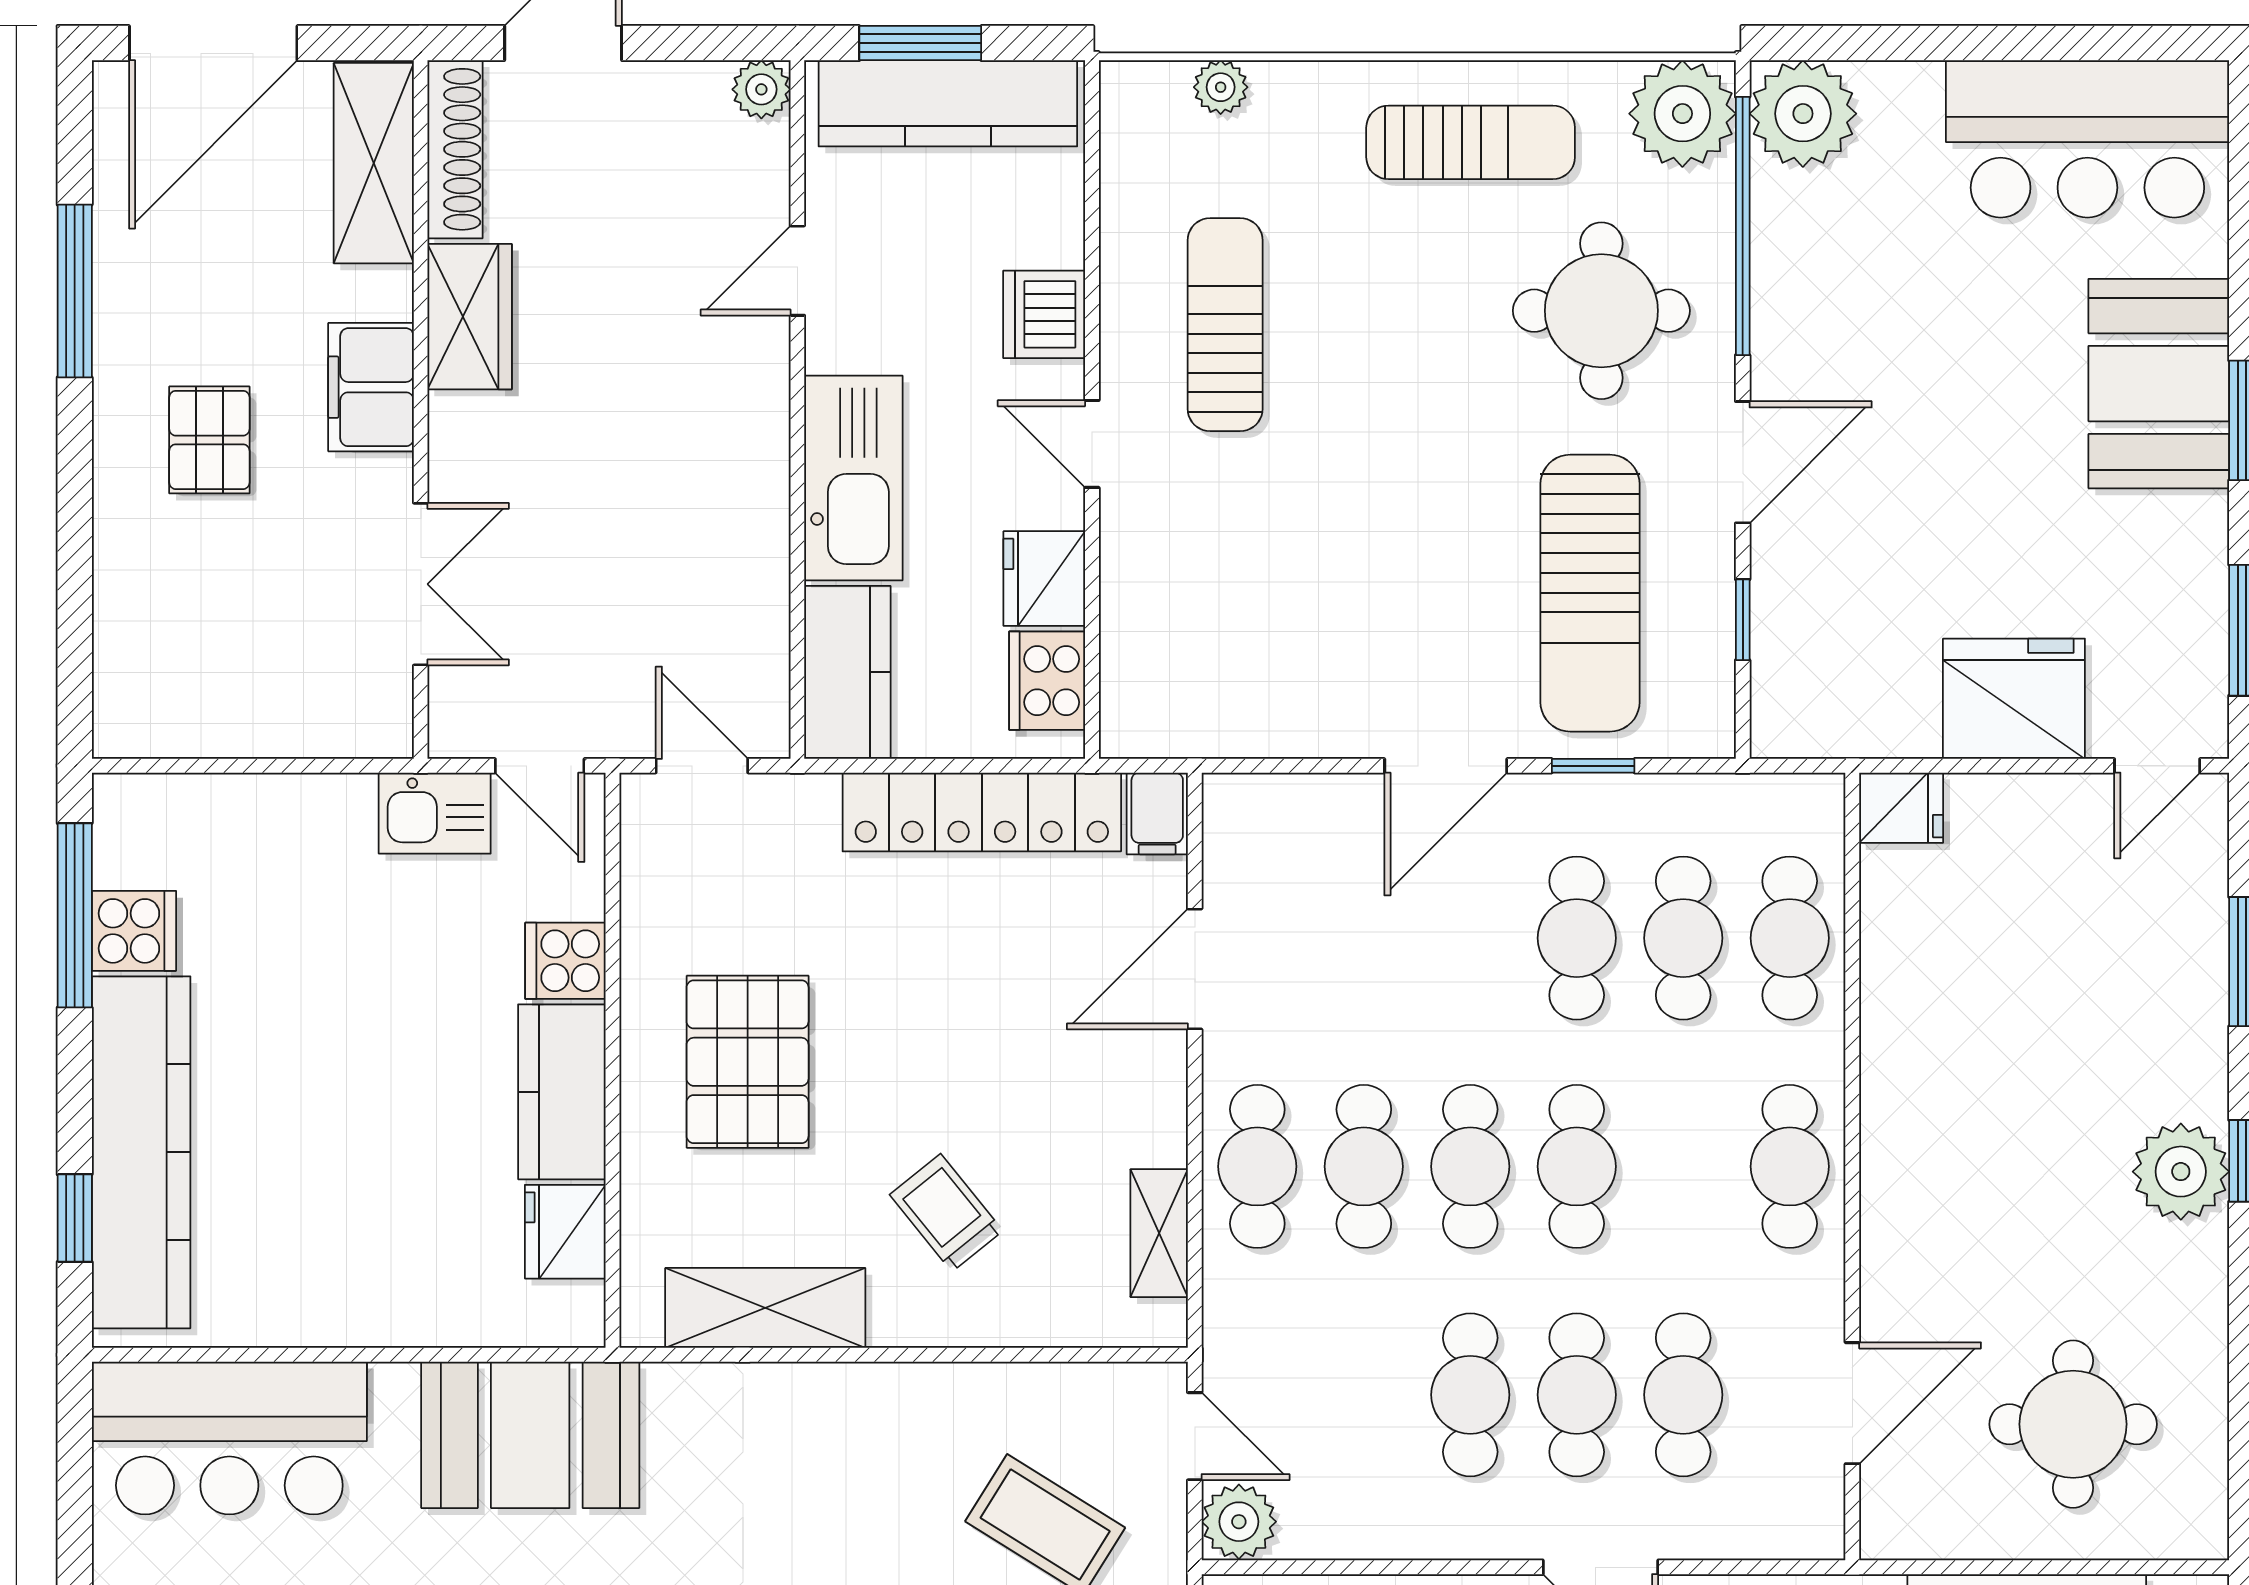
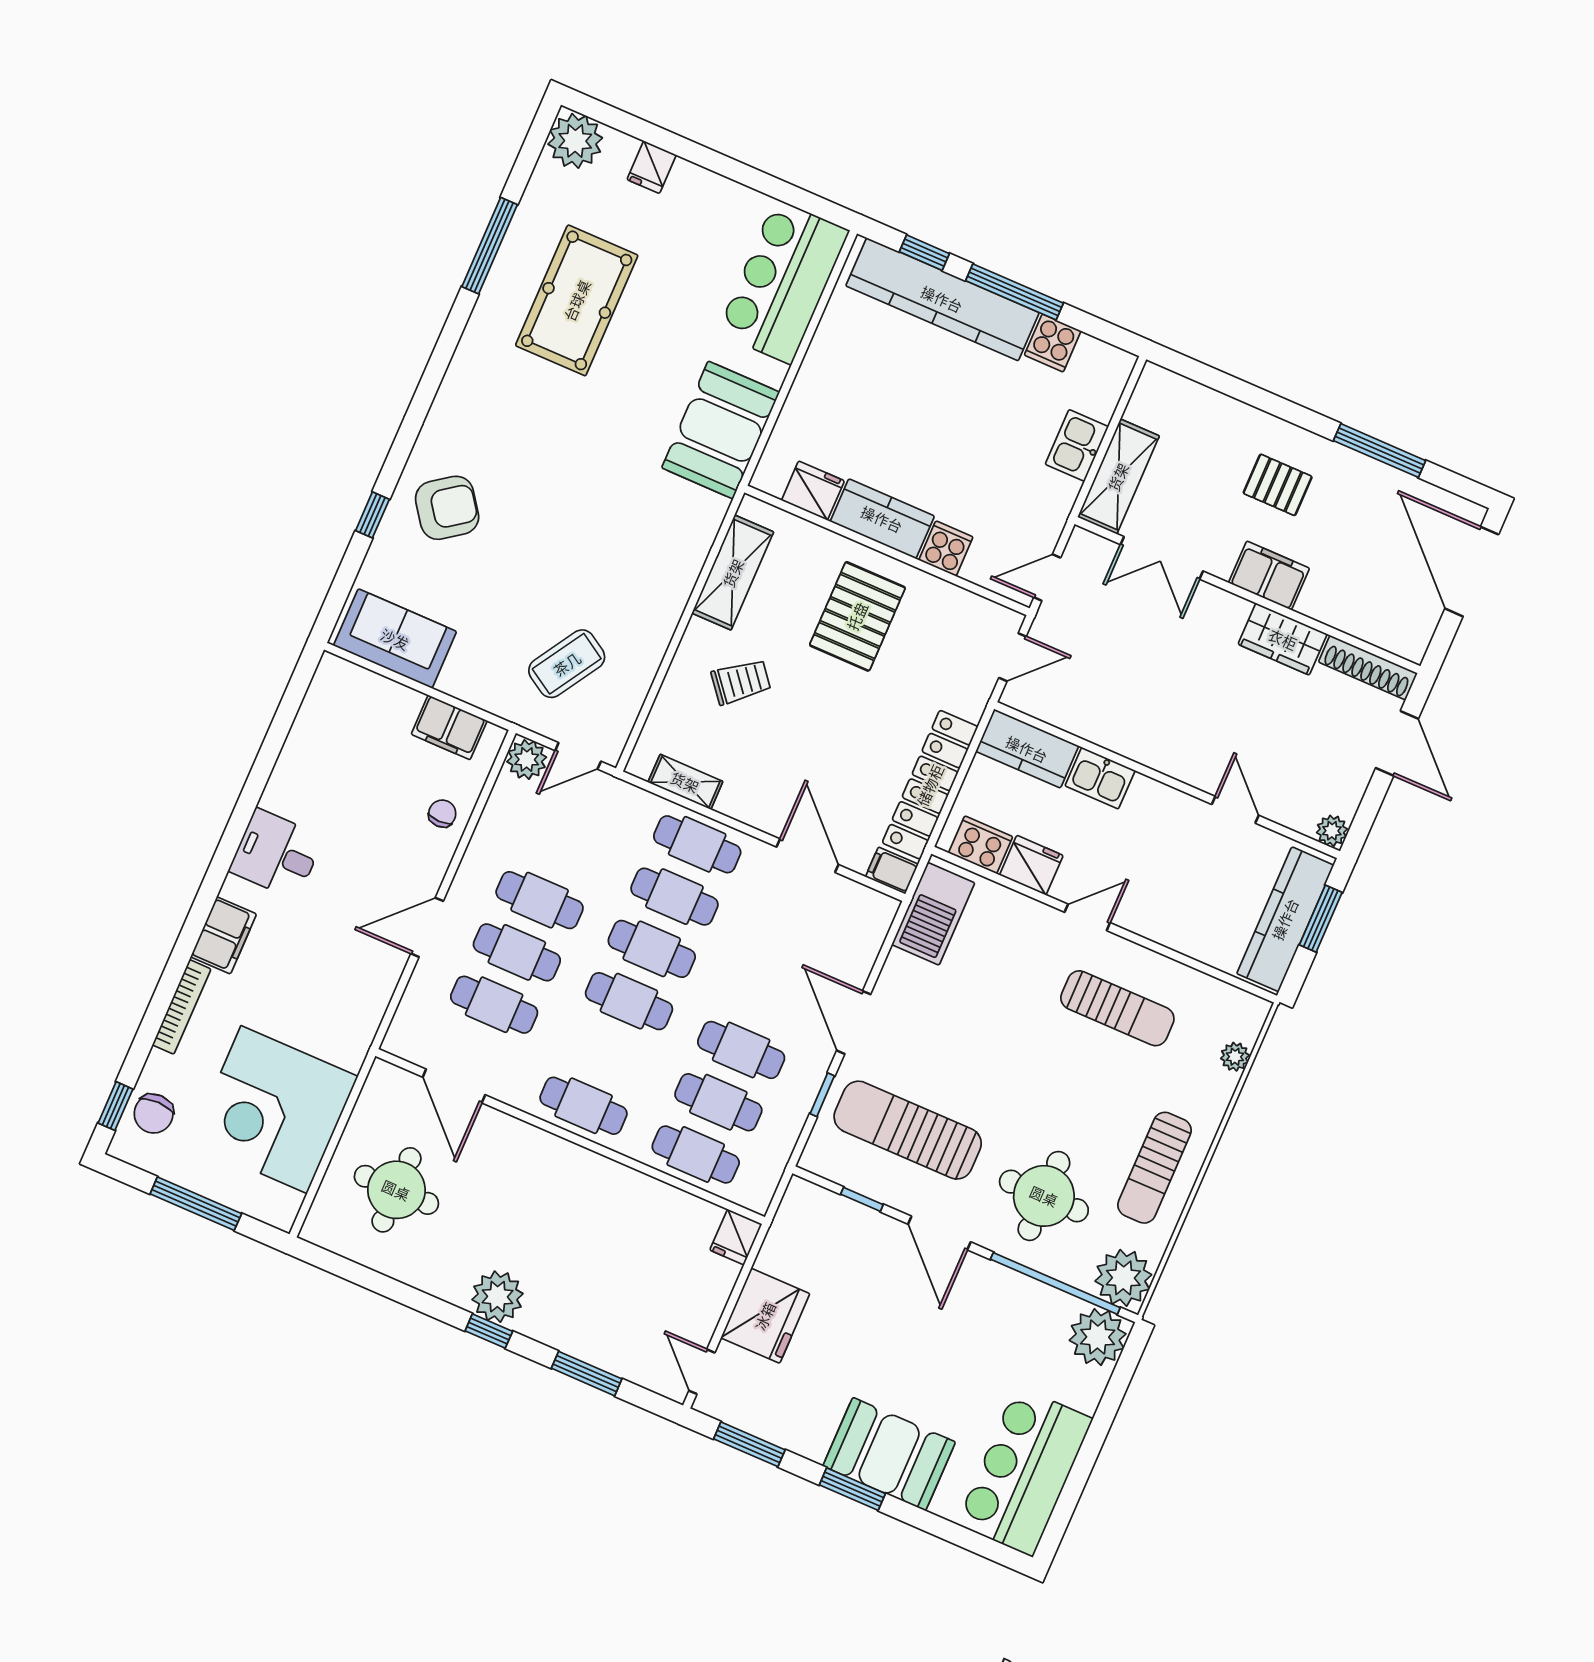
shelving: (374, 163) -> (1118, 477), moved, turned 90
dishwasher: (1044, 314) -> (1161, 922), removed
kitchen sink: (853, 478) -> (1100, 778), width x0.53, depth x0.81
barbecue: (1200, 710) -> (933, 914), added
kitchen sink: (435, 813) -> (1077, 445), moved
window: (75, 915) -> (1015, 292), moved
pallet: (748, 1062) -> (857, 616), turned 90

